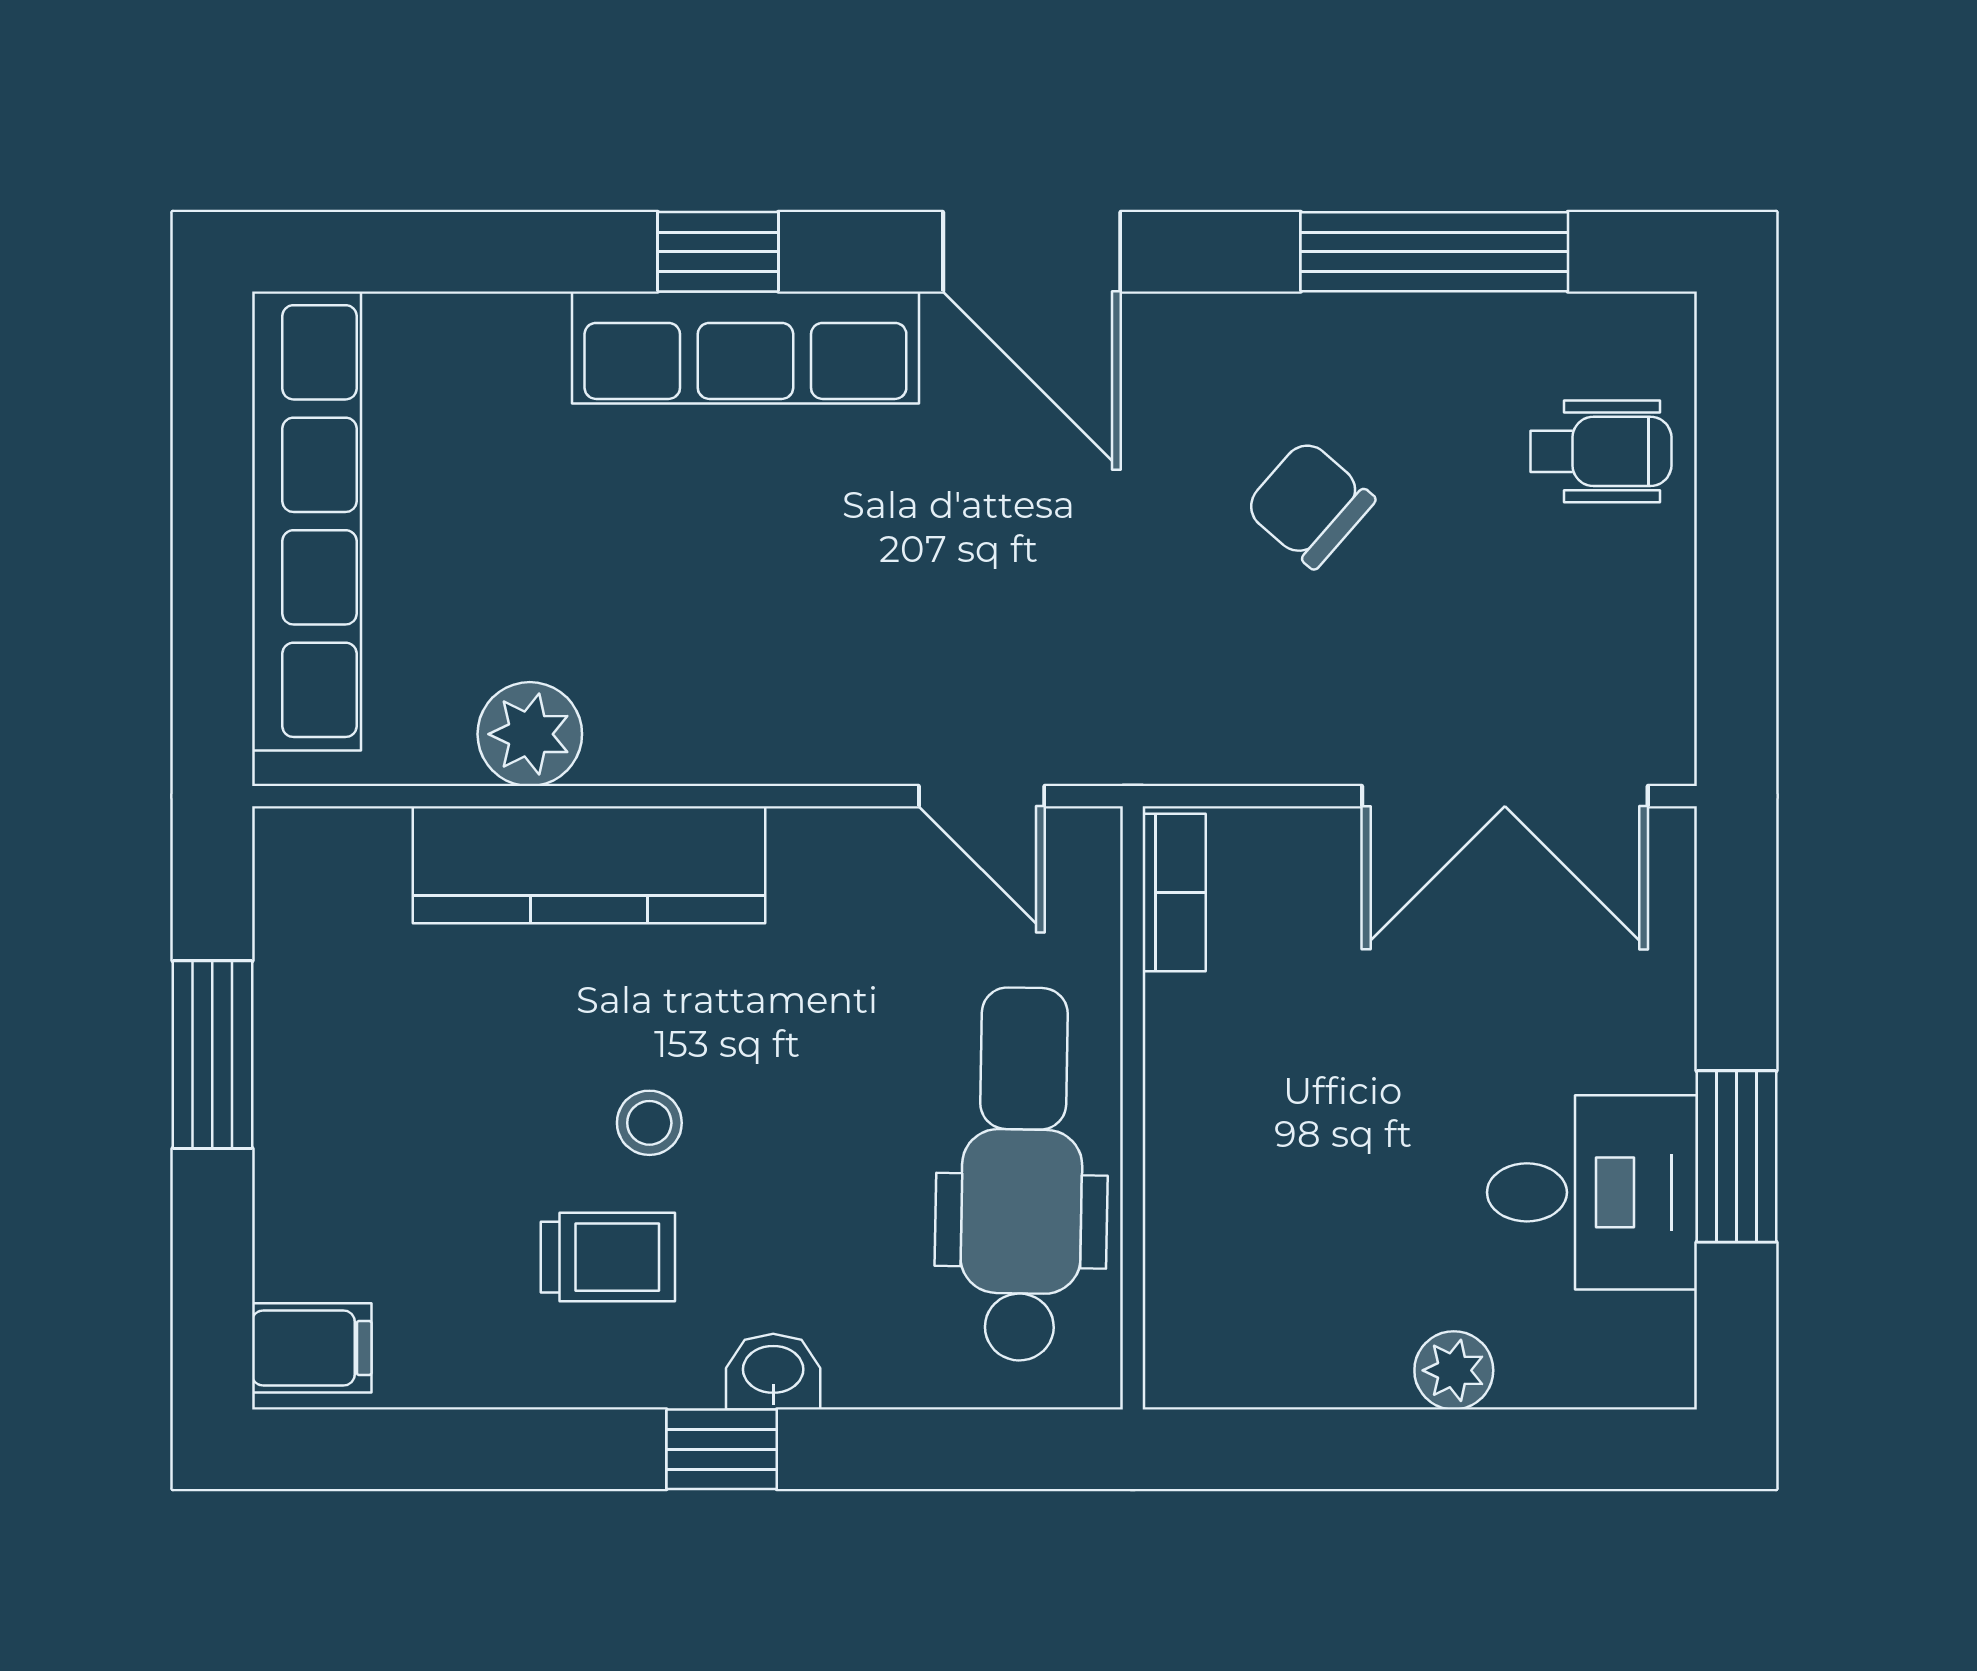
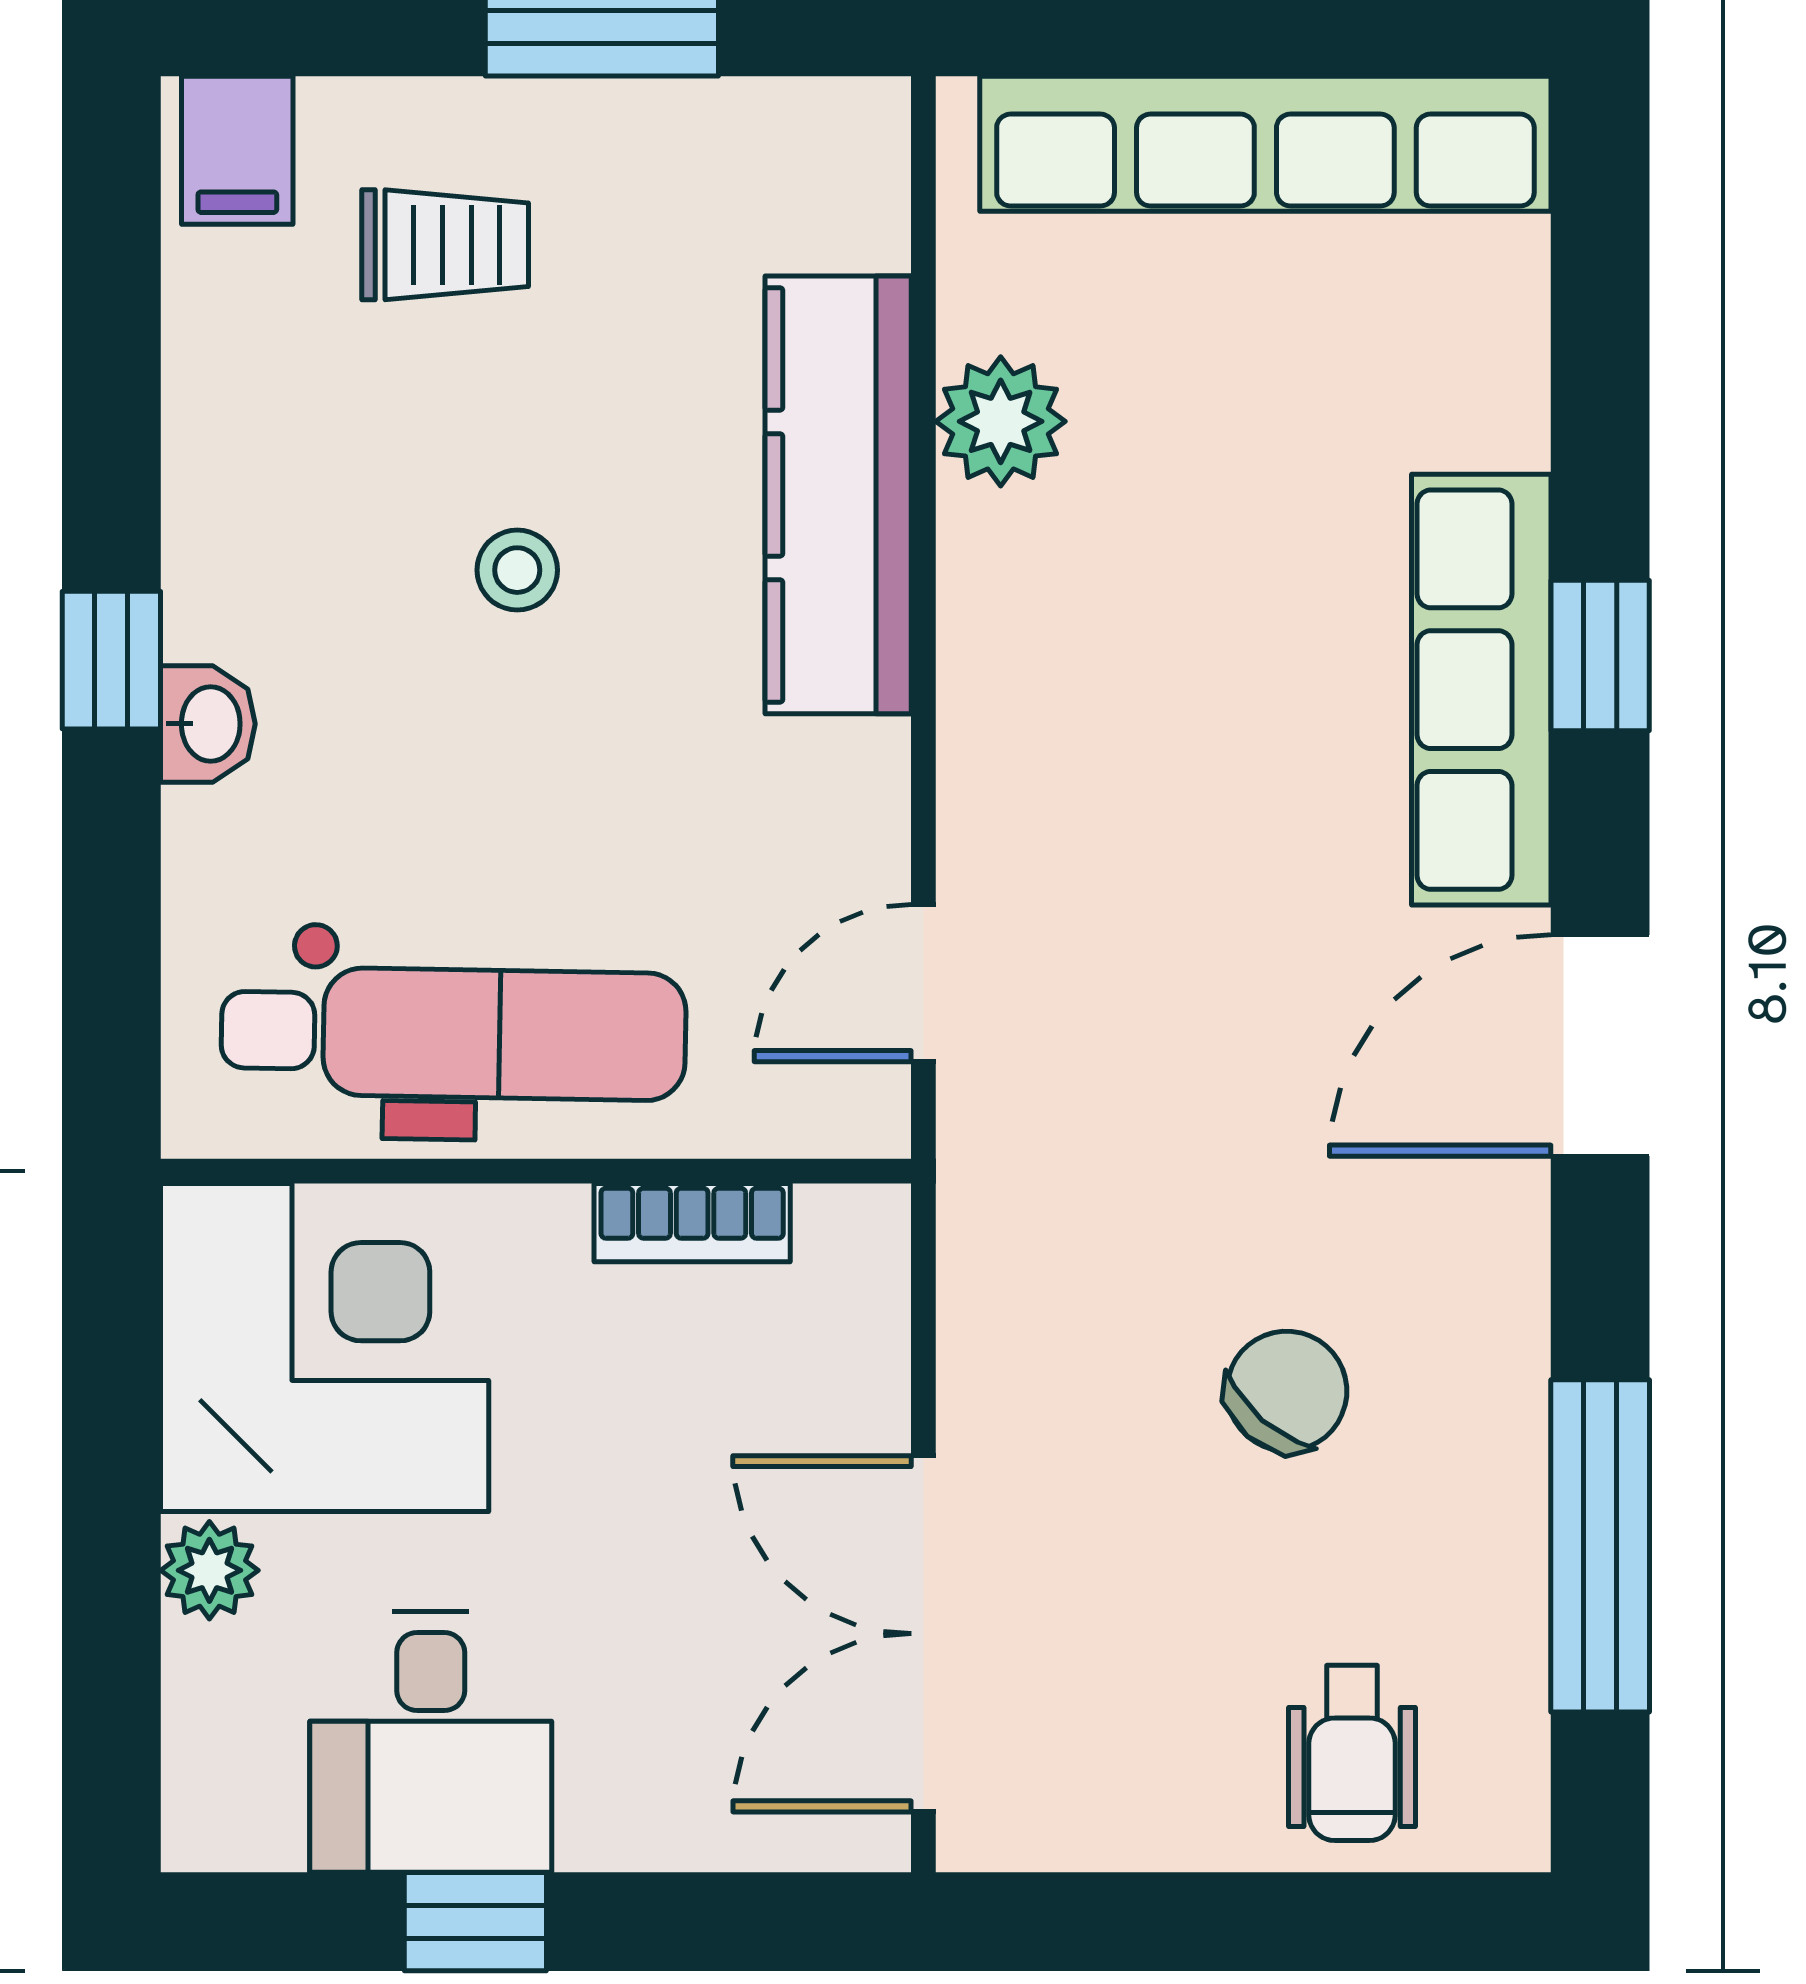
bookcase: (1174, 892) -> (692, 1223), moved
window: (1736, 1156) -> (475, 1922), width x0.67
trolley: (608, 1257) -> (445, 245), moved, turned -90
corner desk: (1275, 1278) -> (325, 1347), added

